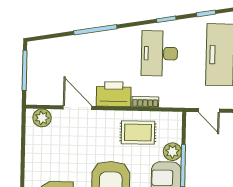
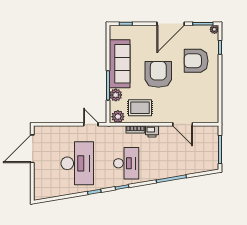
printer: (114, 94) -> (152, 131), width x0.53, depth x0.68
plant: (42, 118) -> (118, 117), moved

